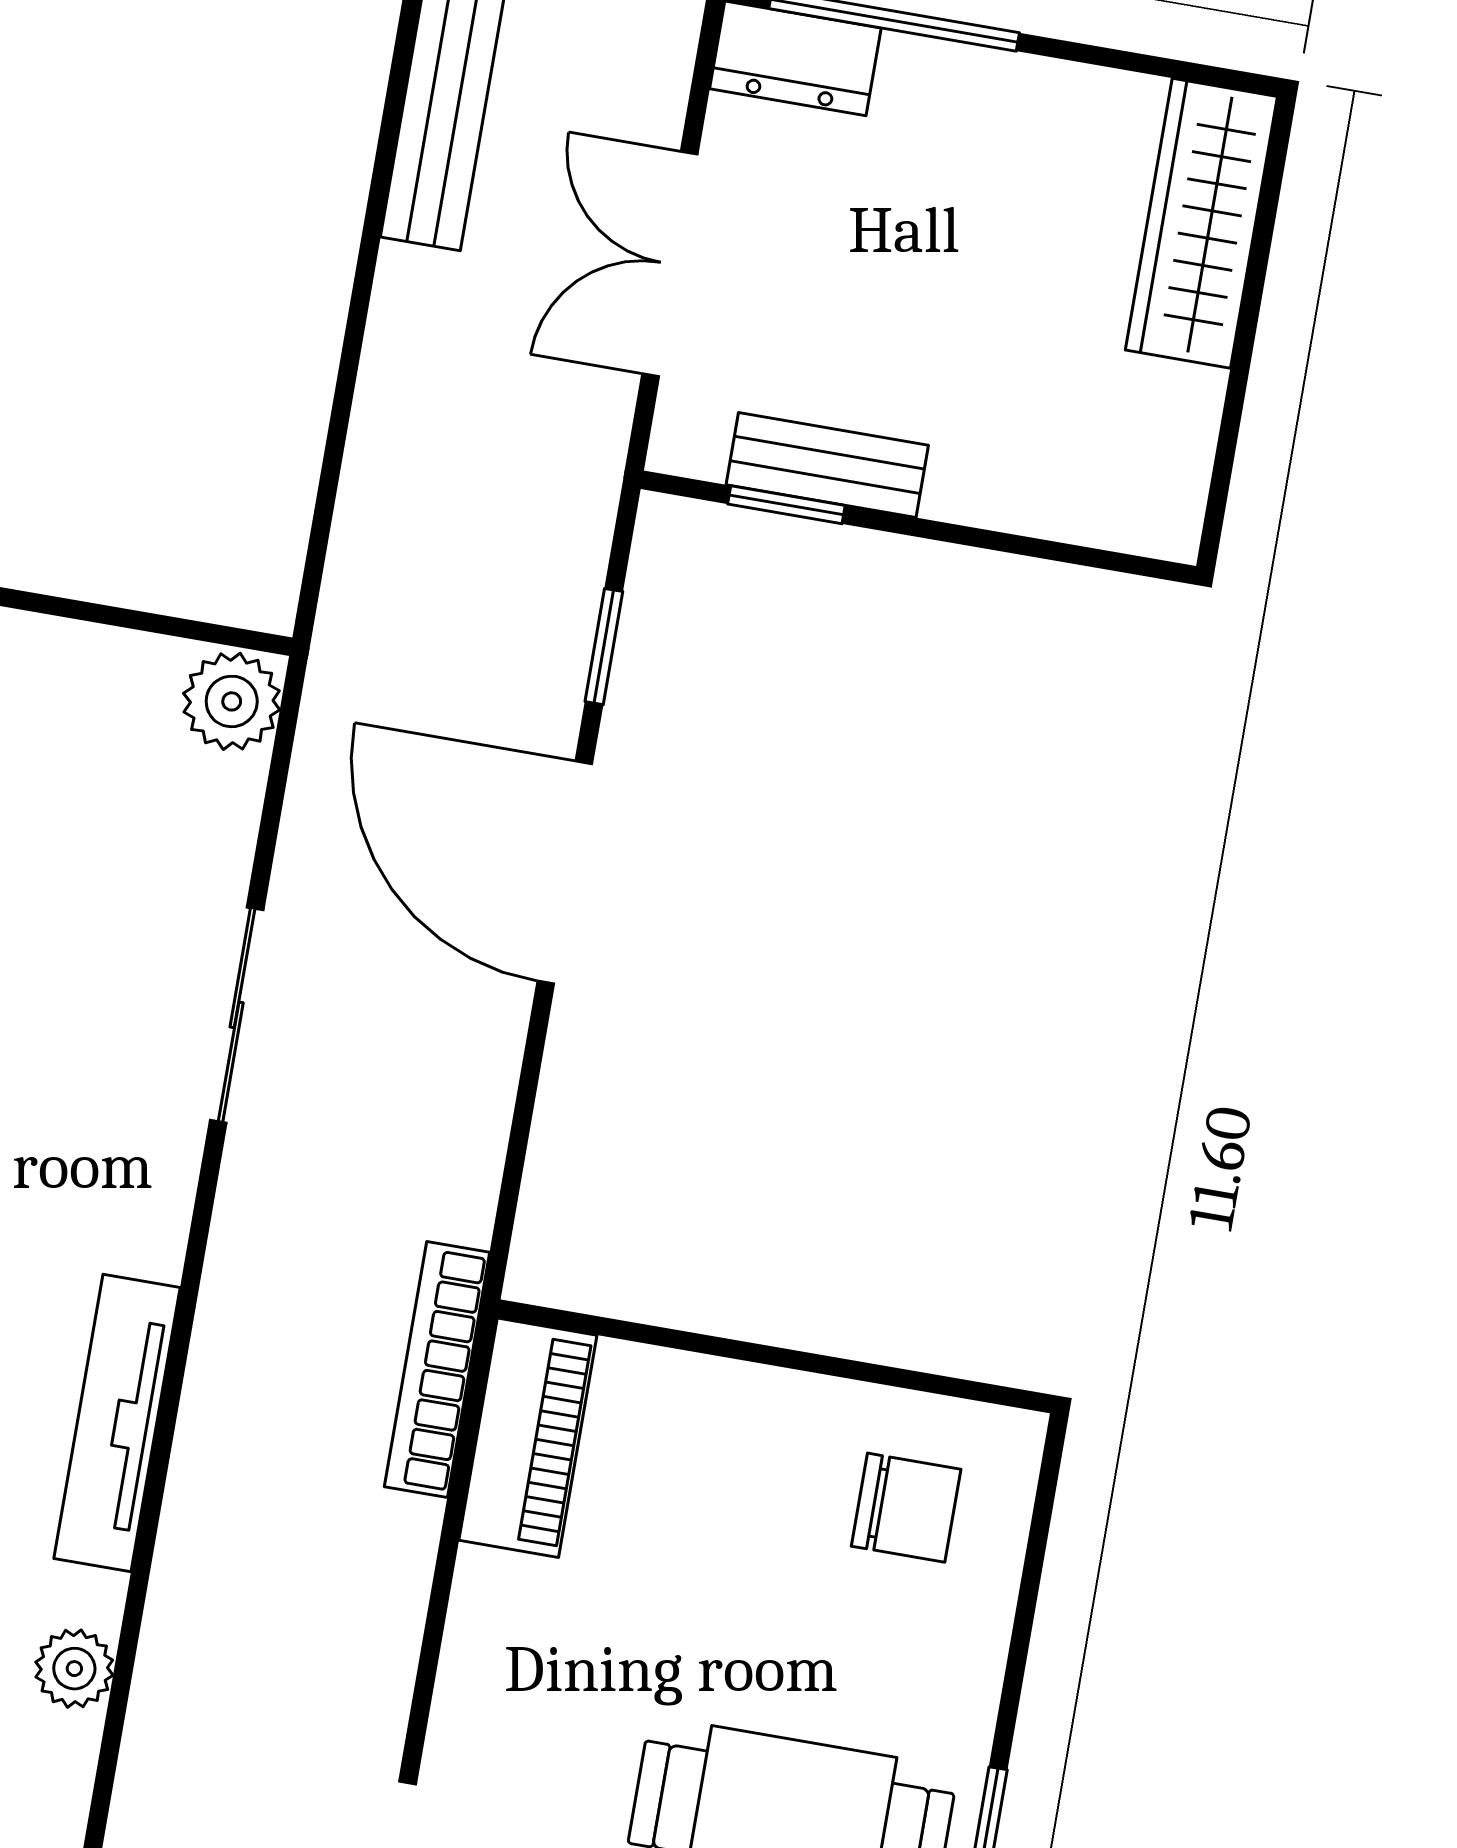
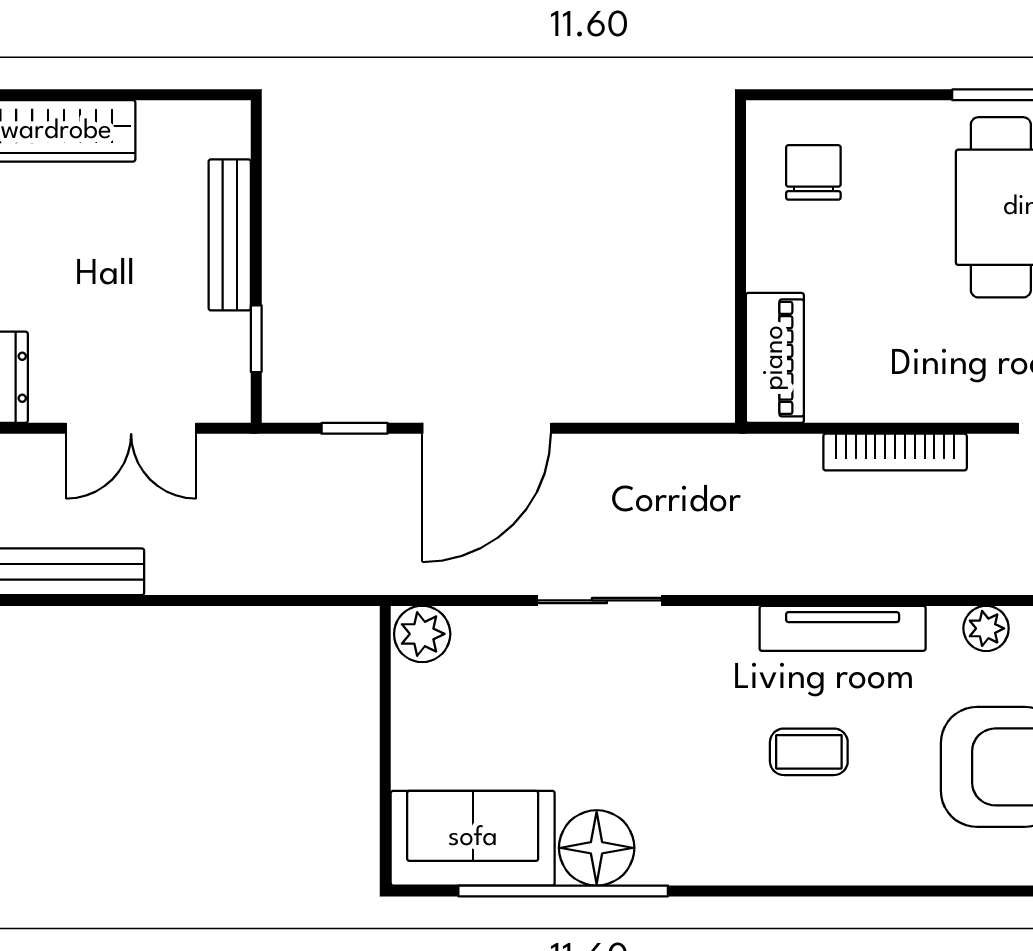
bench: (827, 465) -> (230, 235), moved, width x1.36
bookcase: (437, 1369) -> (895, 452), moved
piano: (528, 1438) -> (775, 358), moved, turned 90

